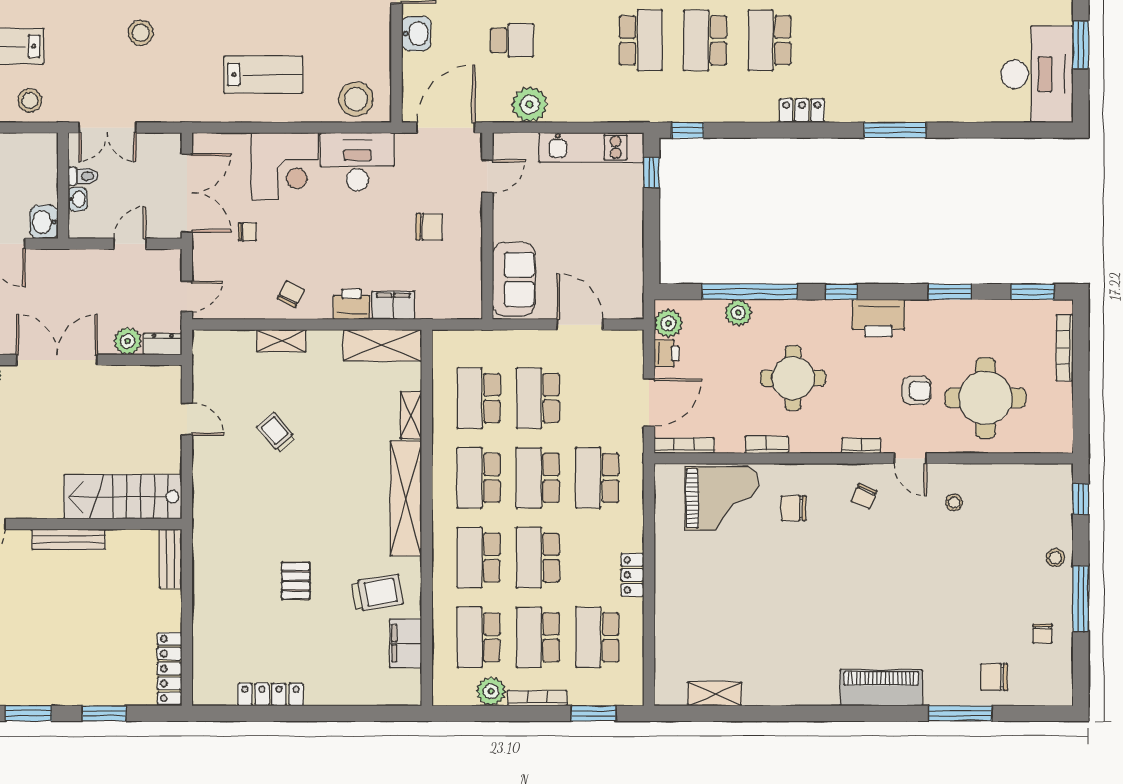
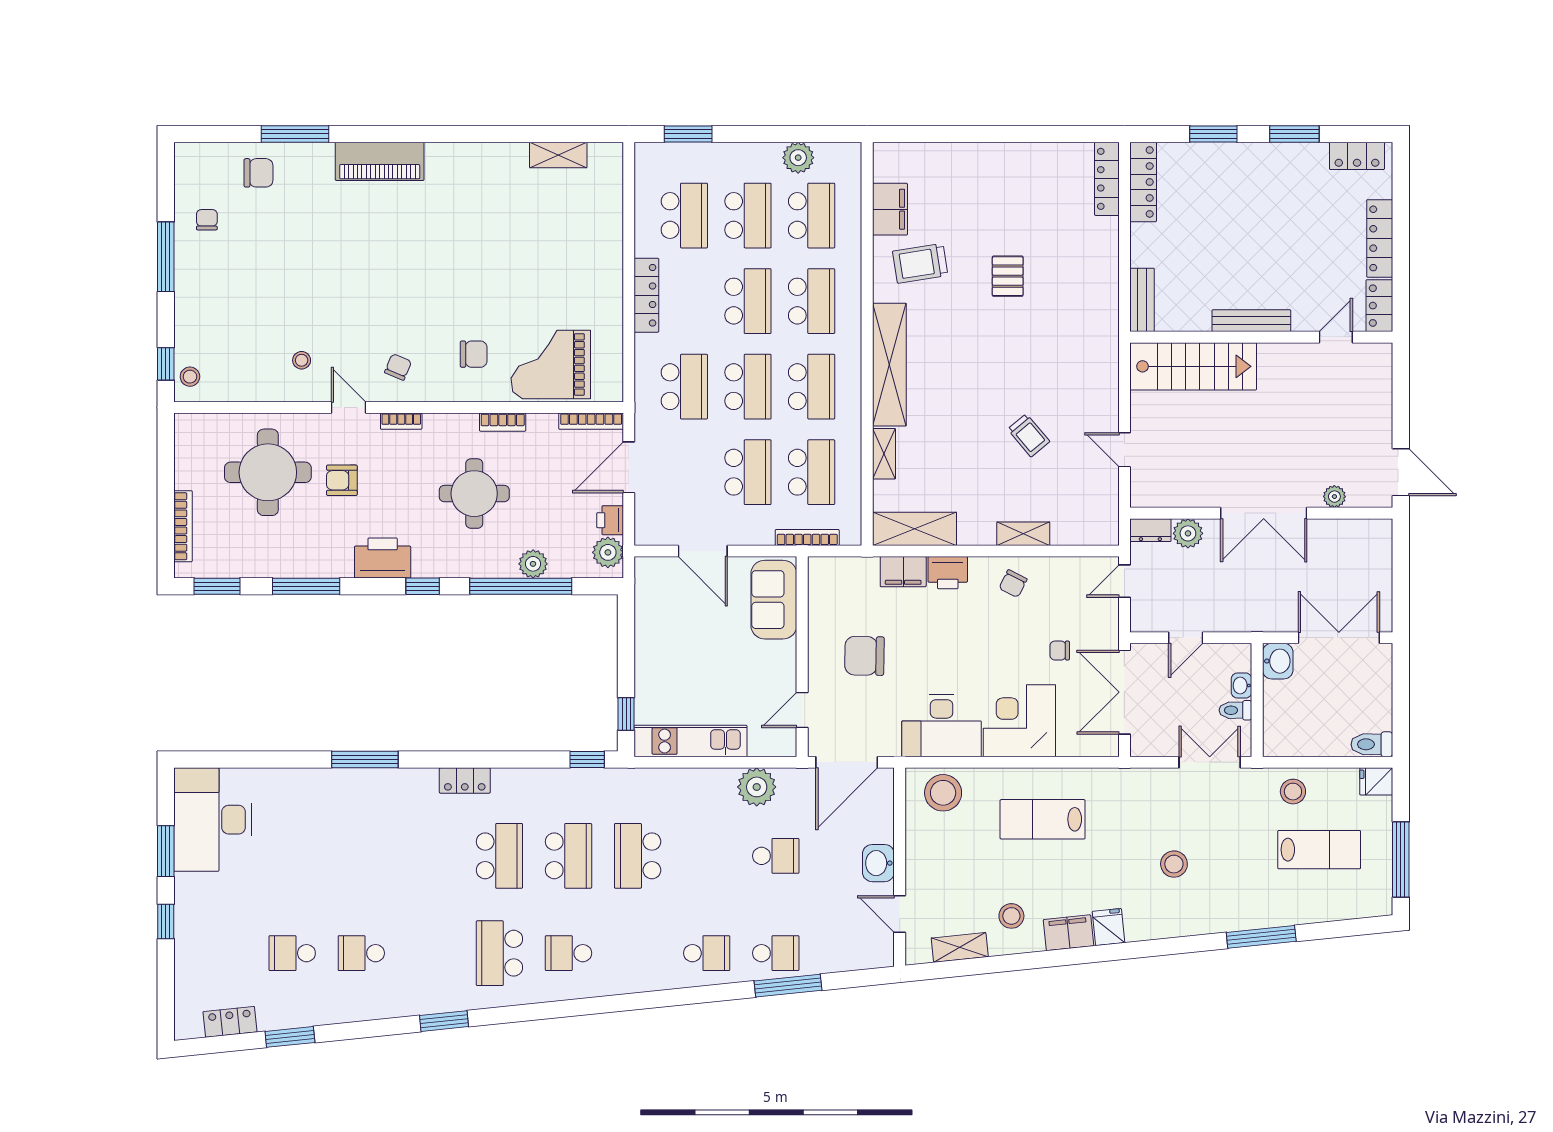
school desk: (512, 40) -> (776, 856), turned 180
chair: (429, 227) -> (864, 656), width x1.37, depth x1.37
window: (950, 292) -> (306, 586), width x1.44
stool: (1055, 558) -> (190, 377), moved
locker: (632, 575) -> (646, 295), width x1.53
locker: (270, 694) -> (1107, 179), moved, turned 90
bookcase: (537, 698) -> (807, 537), moved, turned 180

